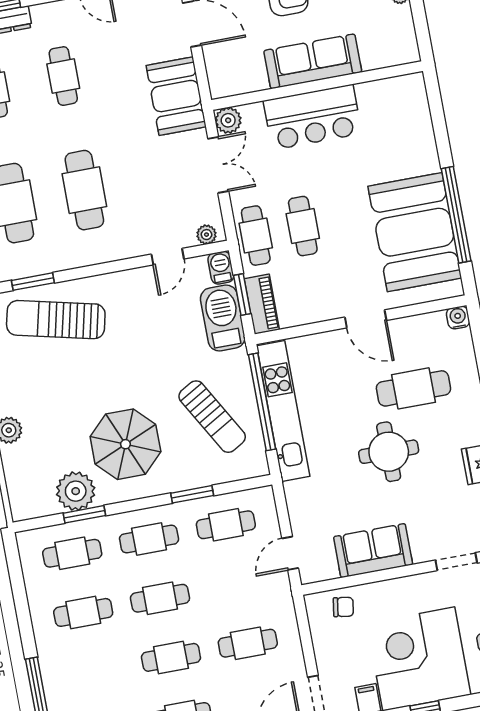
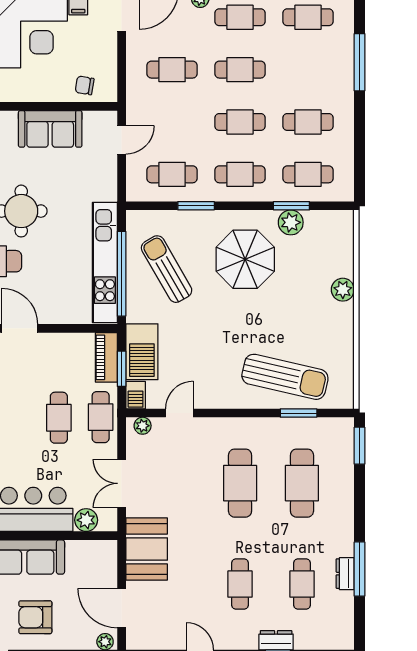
plant: (228, 120) -> (86, 520), moved
plant: (76, 491) -> (291, 222), width x0.73, depth x0.73

